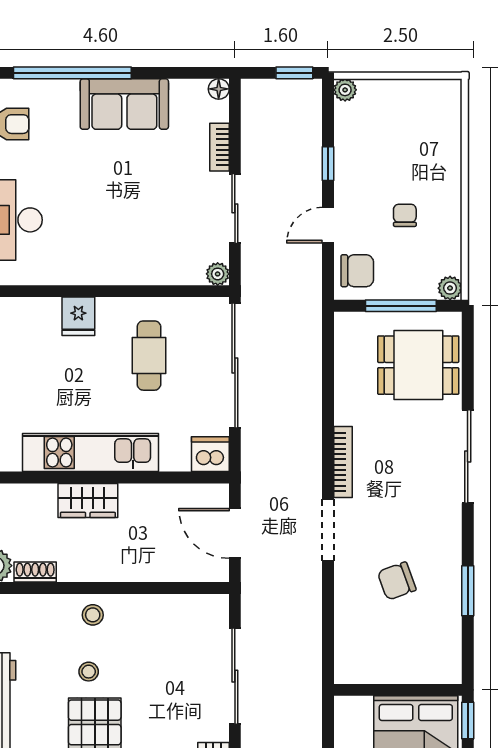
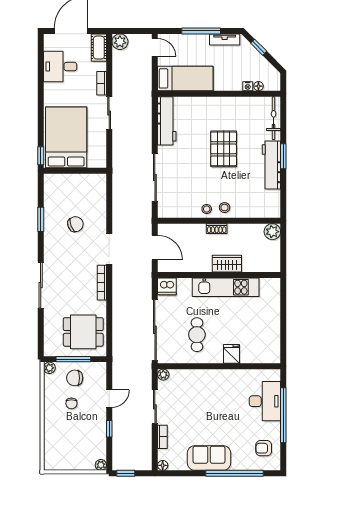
chair: (357, 271) -> (75, 378), moved
dining table: (418, 365) -> (83, 332), moved
shoe rack: (35, 572) -> (217, 229), moved
stool: (89, 672) -> (207, 209), moved

